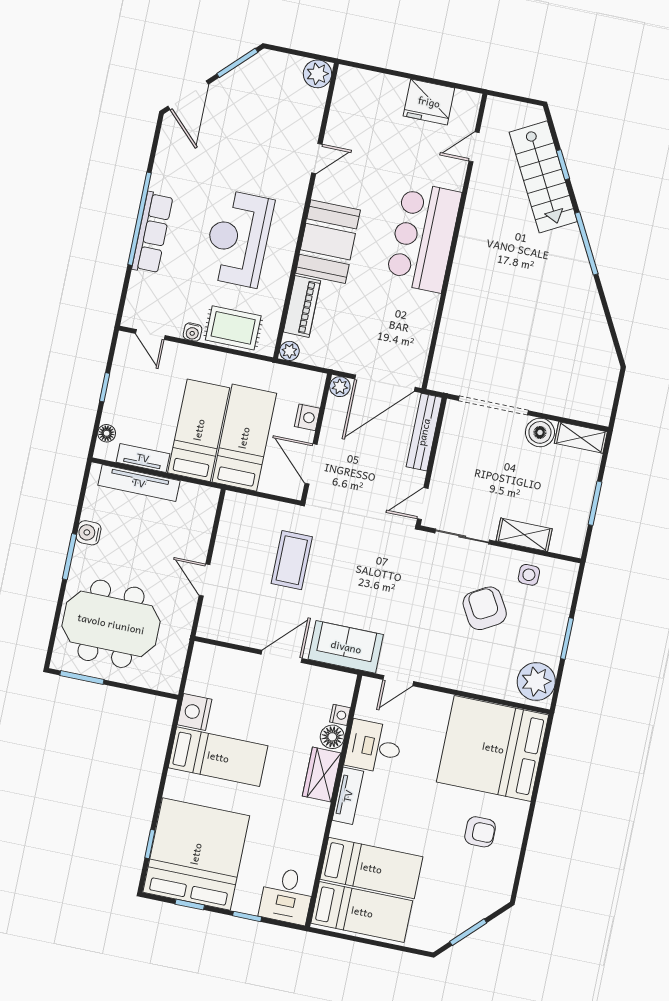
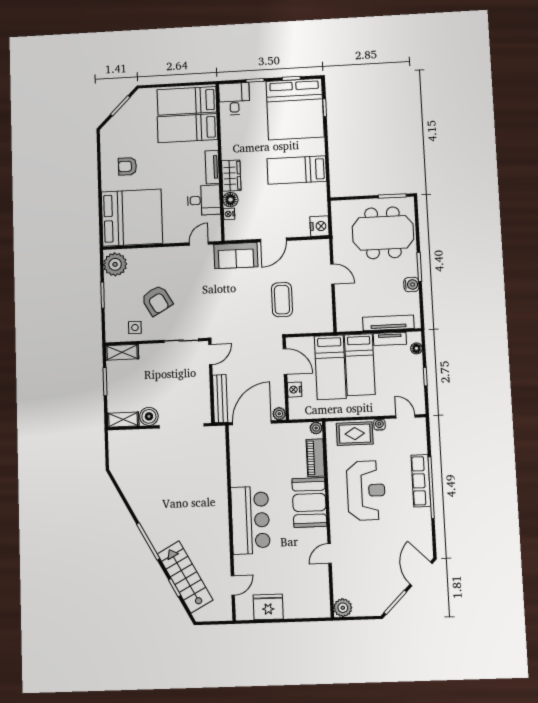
shelving: (524, 535) -> (122, 352), moved
nightstand: (194, 712) -> (320, 226), moved

